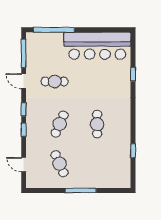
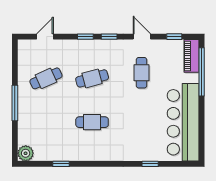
piano: (40, 38) -> (192, 56), added
window: (24, 53) -> (174, 37), width x0.46
door: (24, 81) -> (142, 37), hinge flipped
cafe table: (60, 124) -> (92, 78), turned -39
plant: (124, 181) -> (26, 153), added

